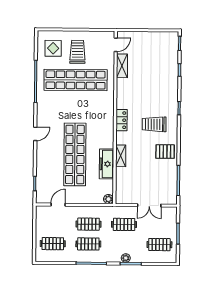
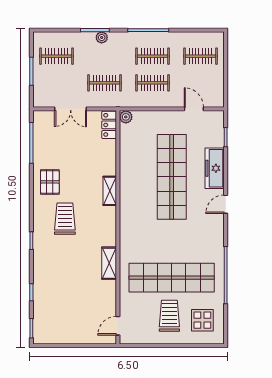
trolley: (78, 52) -> (169, 316), turned 180
shelving: (122, 66) -> (109, 263), moved
locker: (122, 120) -> (109, 125), moved
trolley: (154, 124) -> (65, 219), turned -90
pallet: (165, 152) -> (50, 182), turned 90
shelving: (121, 156) -> (110, 191), moved
freezer: (107, 164) -> (215, 168), moved, turned 180
door: (58, 205) -> (194, 109), swing flipped
double door: (149, 205) -> (71, 109), swing flipped

